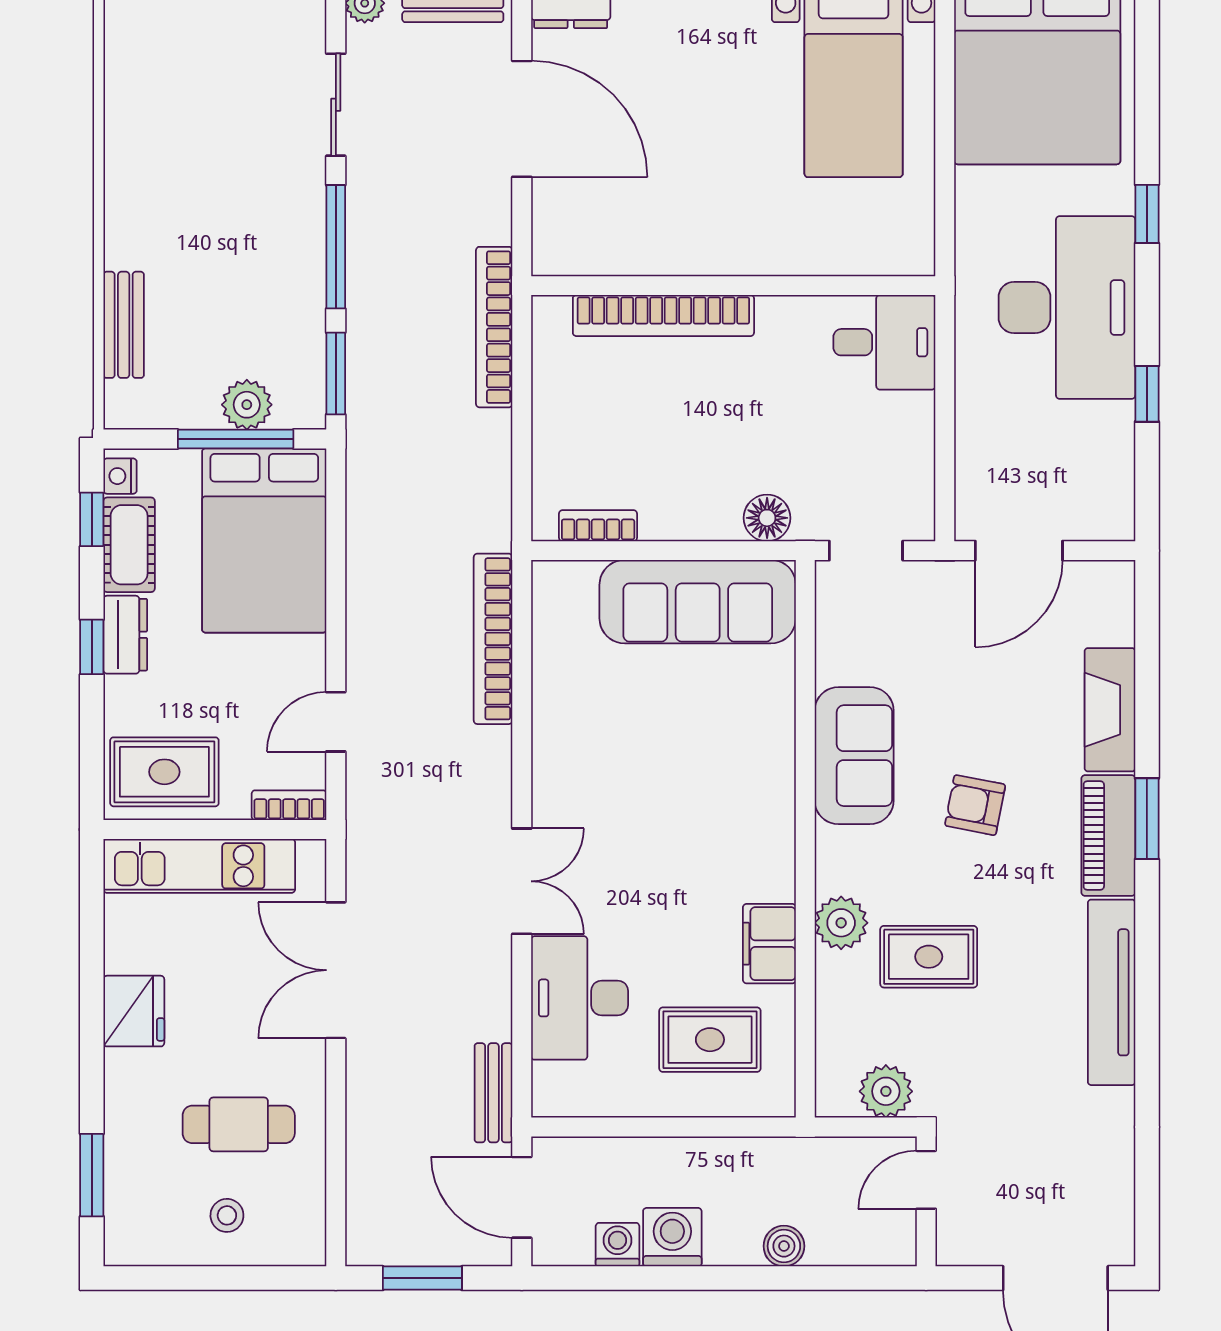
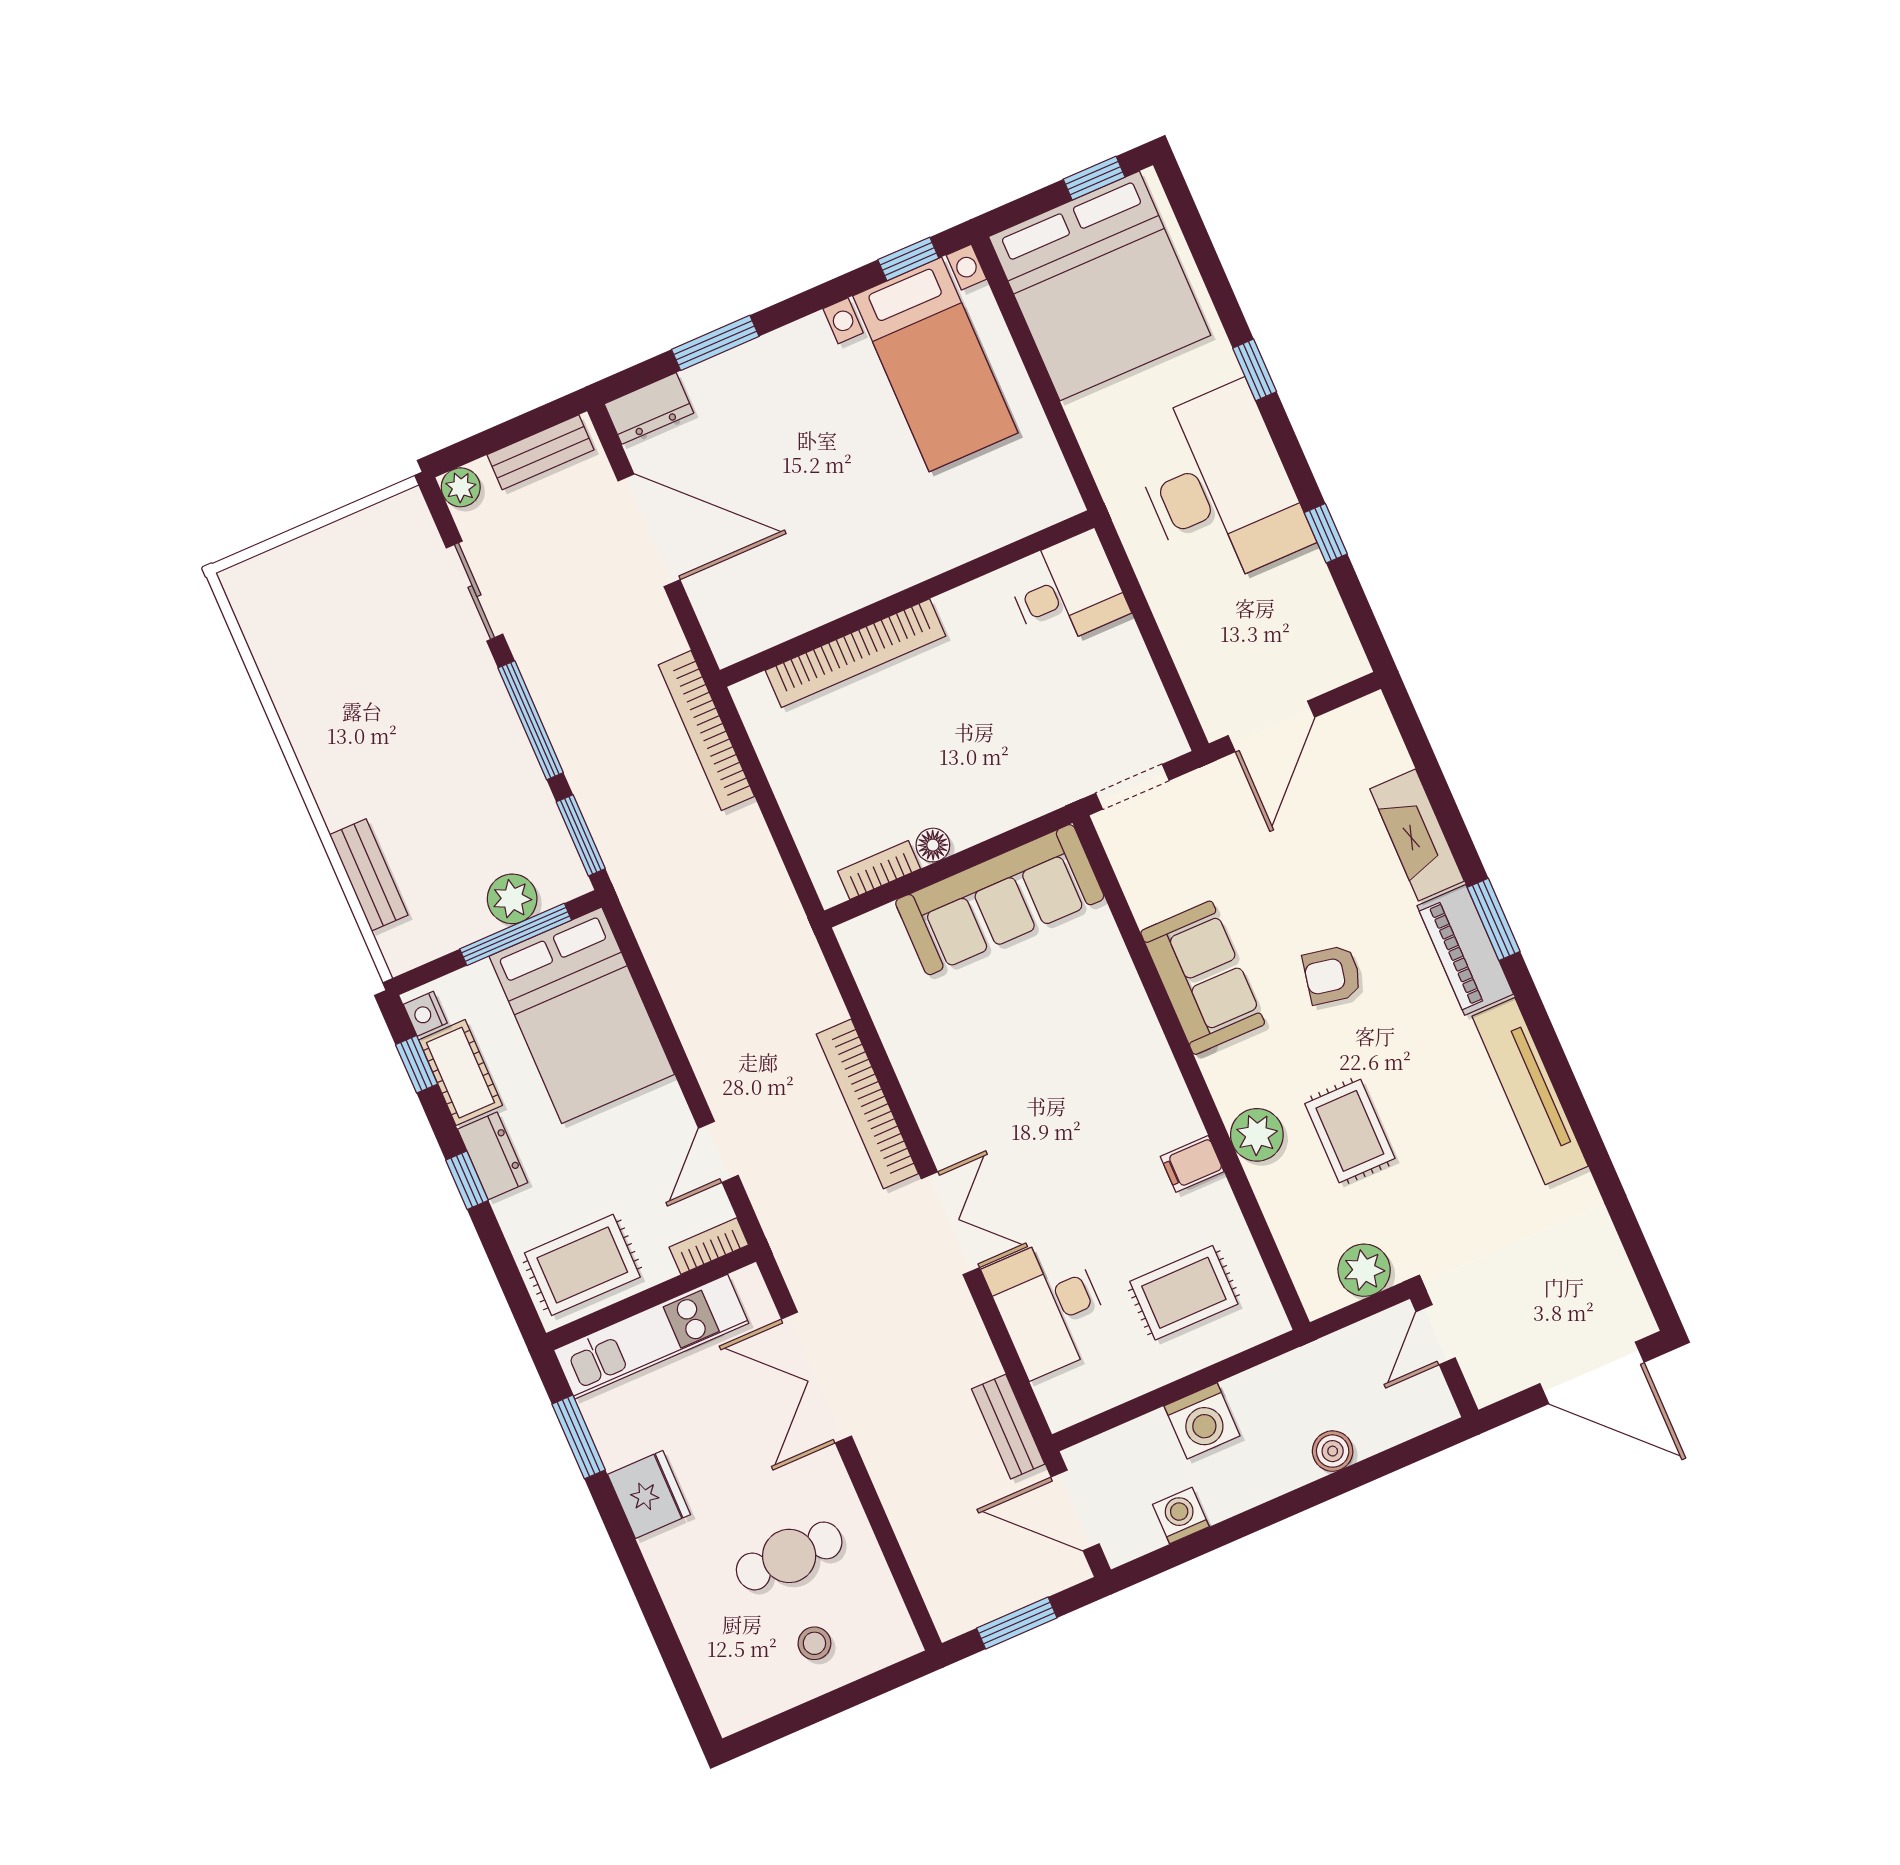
floor lamp: (767, 518) -> (933, 845), moved, width x0.73, depth x0.73
bookcase: (493, 639) -> (867, 1104), moved
filing cabinet: (769, 944) -> (1192, 1164), width x0.50
rug: (929, 957) -> (1350, 1131), turned 90
window: (92, 1175) -> (579, 1437), moved
washing machine: (672, 1237) -> (1202, 1421), moved, turned 180

